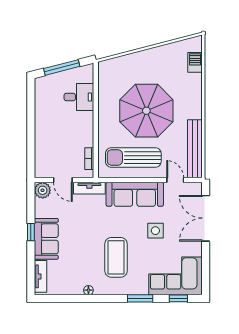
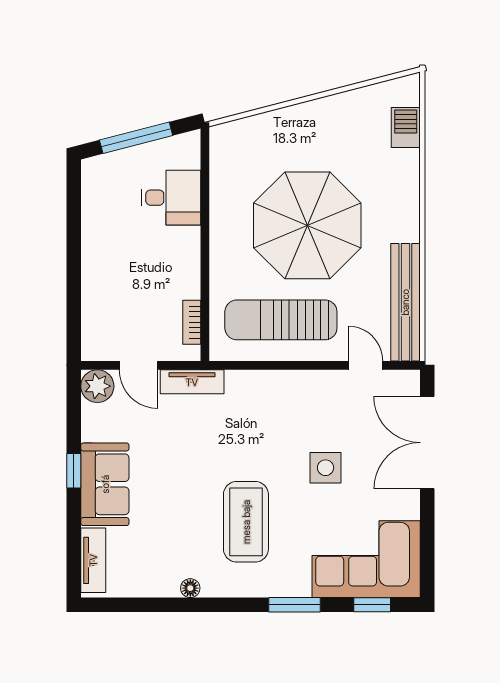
sofa: (135, 194) -> (284, 394), removed

